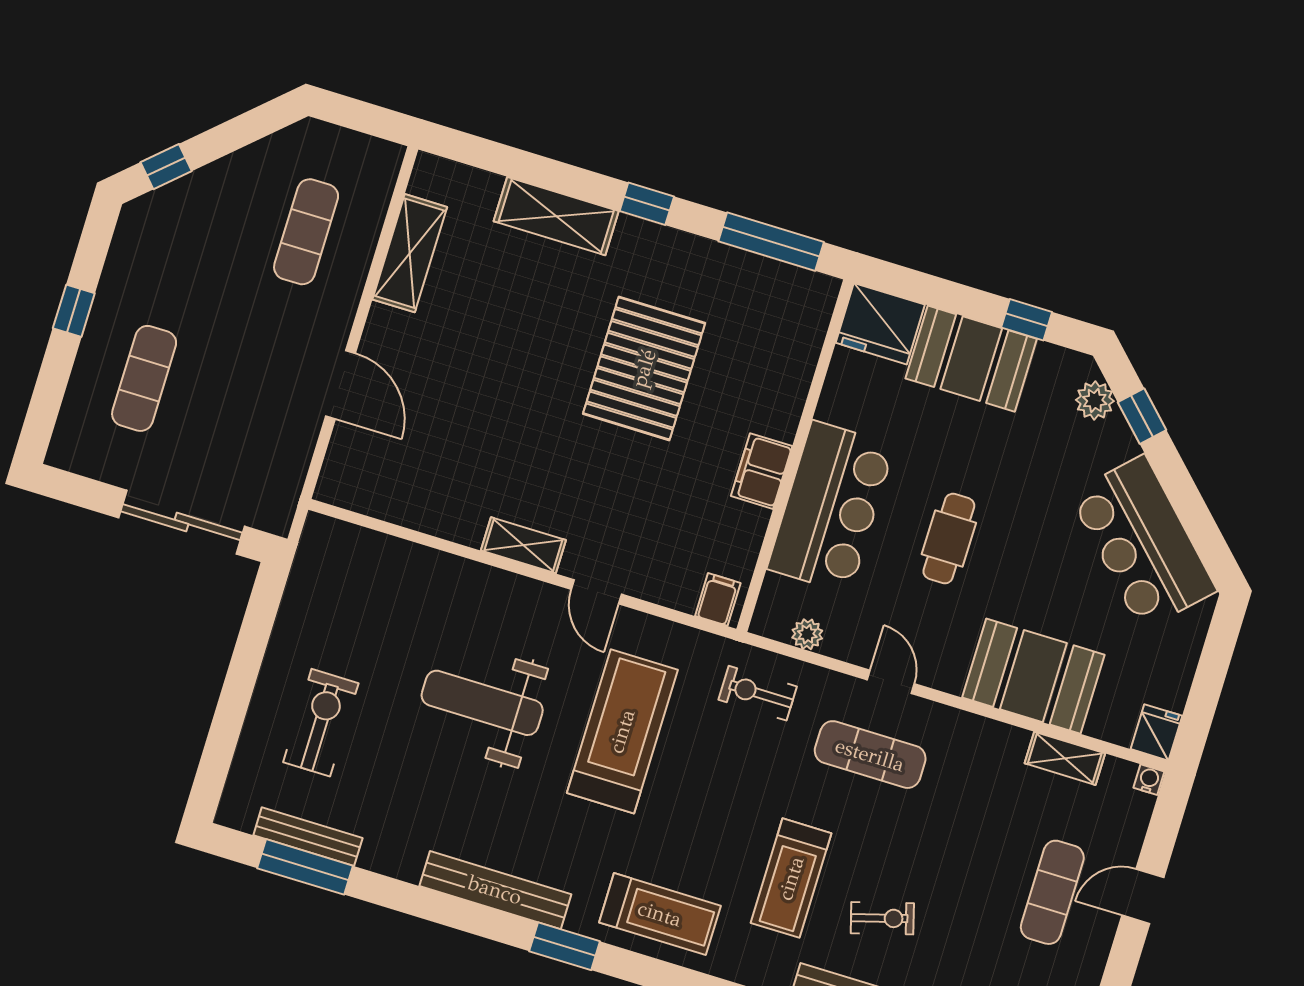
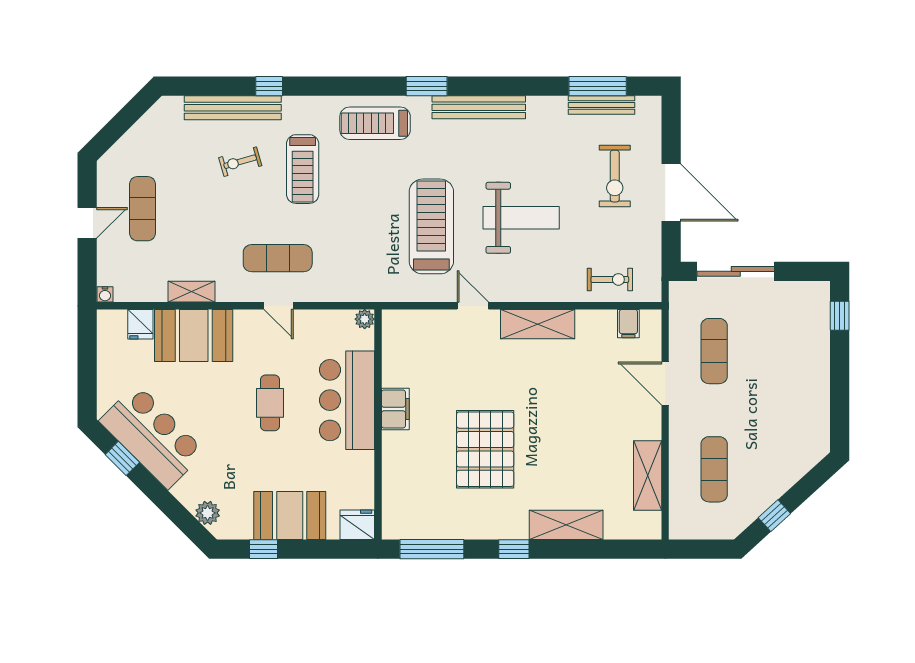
window: (166, 167) -> (774, 516), moved
window: (74, 311) -> (840, 316), moved
fridge: (880, 324) -> (357, 525), width x0.73, depth x0.75
exercise mat: (144, 378) -> (714, 351), moved
window: (1142, 416) -> (122, 458), moved
shelving: (523, 545) -> (538, 324), width x1.50, depth x1.33
filing cabinet: (718, 599) -> (628, 324), moved
plant: (807, 634) -> (365, 319), moved
door: (243, 672) -> (671, 193), added
exercise bike: (758, 693) -> (610, 279), moved
treadmill: (622, 731) -> (431, 226), turned 180
fridge: (1156, 732) -> (140, 324), moved
shelving: (1065, 758) -> (192, 292), moved
treadmill: (791, 878) -> (303, 169), turned 180

